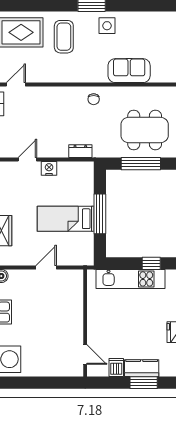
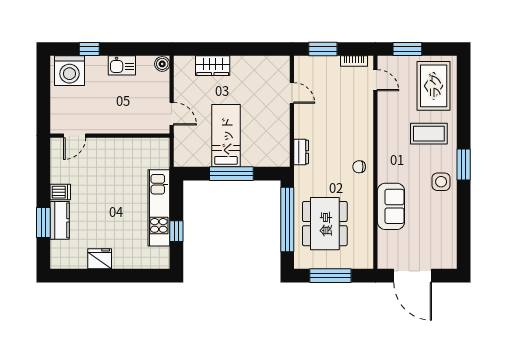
window: (141, 164) -> (287, 219), width x1.46
nightstand: (49, 168) -> (282, 117), removed
wall: (85, 323) -> (110, 136), moved
door: (85, 355) -> (75, 136), moved

